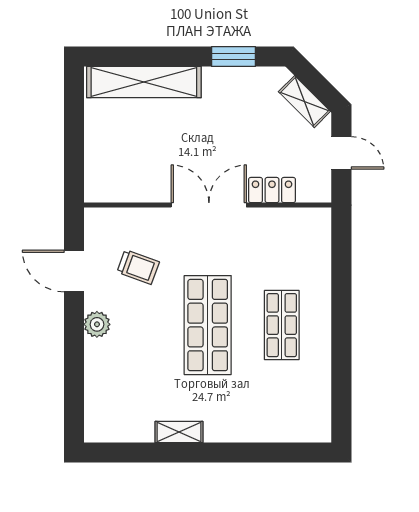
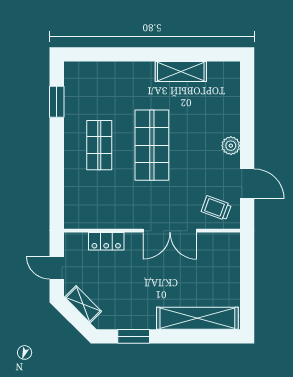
double door: (209, 205) -> (170, 231), moved
trolley: (138, 267) -> (216, 208), moved
window: (341, 386) -> (57, 102), added
shelving: (179, 432) -> (181, 72), width x1.50, depth x1.33

